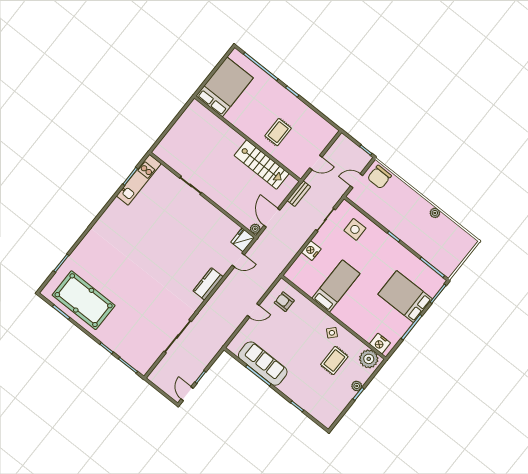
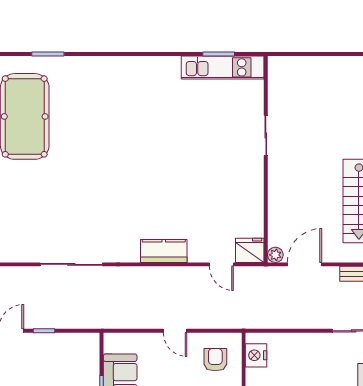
nightstand: (311, 251) -> (256, 355), moved, turned -90

